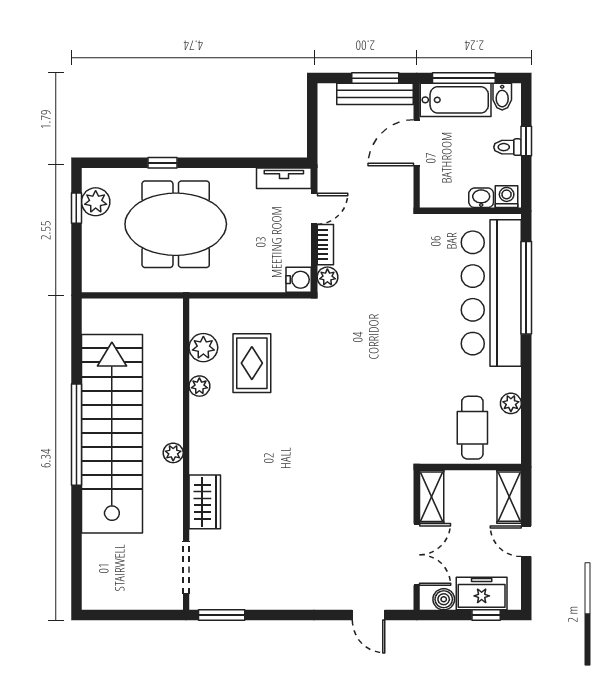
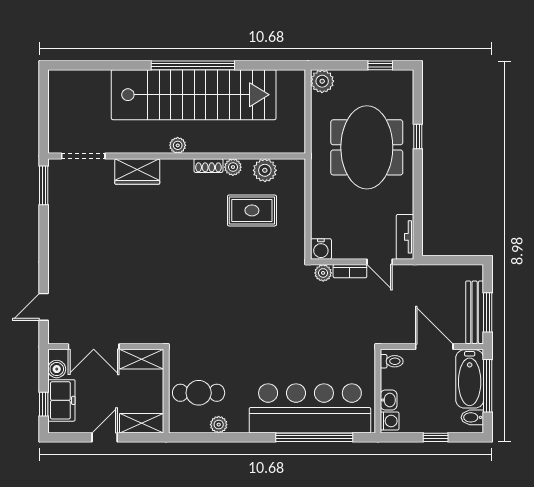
toilet: (508, 147) -> (392, 361), moved, turned 90
plant: (96, 202) -> (322, 81), moved
shoe rack: (198, 416) -> (208, 166), added

